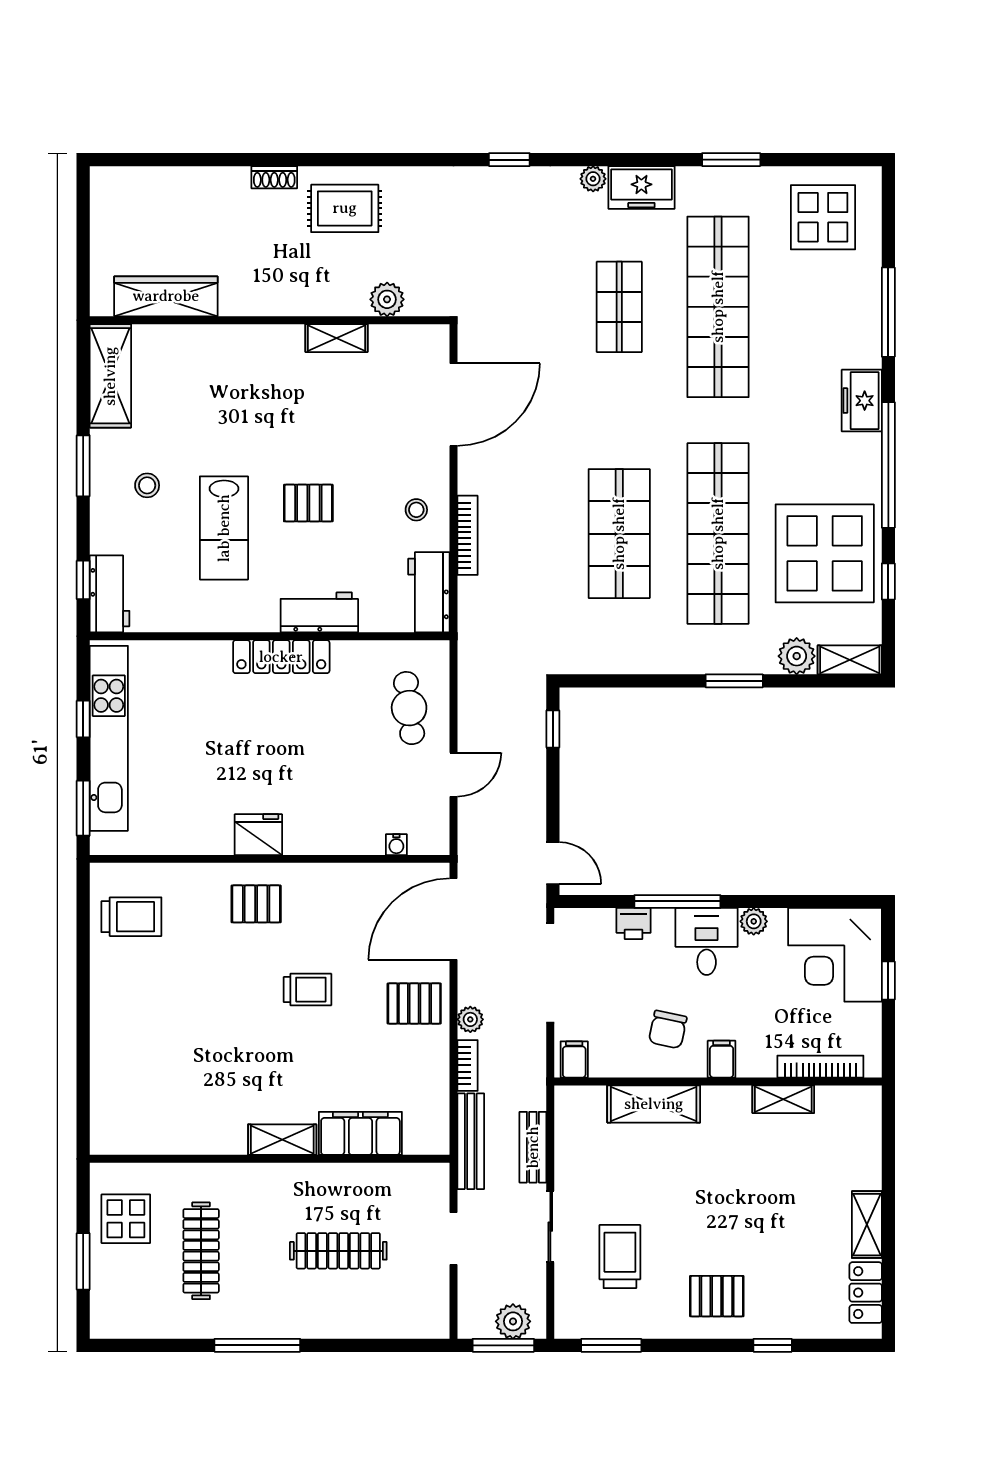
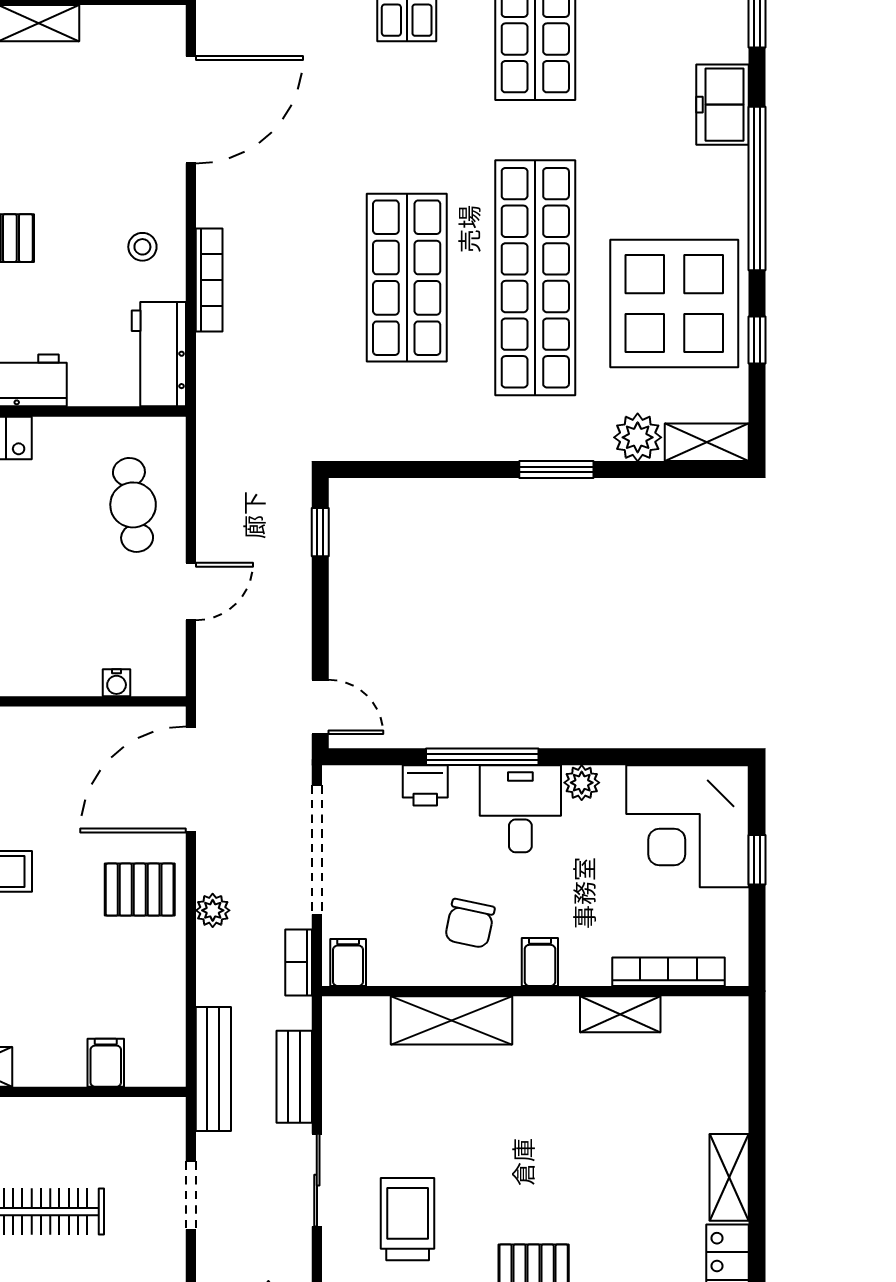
bookcase: (468, 1065) -> (299, 962), moved, turned 180
filing cabinet: (360, 1133) -> (106, 1063), width x0.33, depth x0.86

